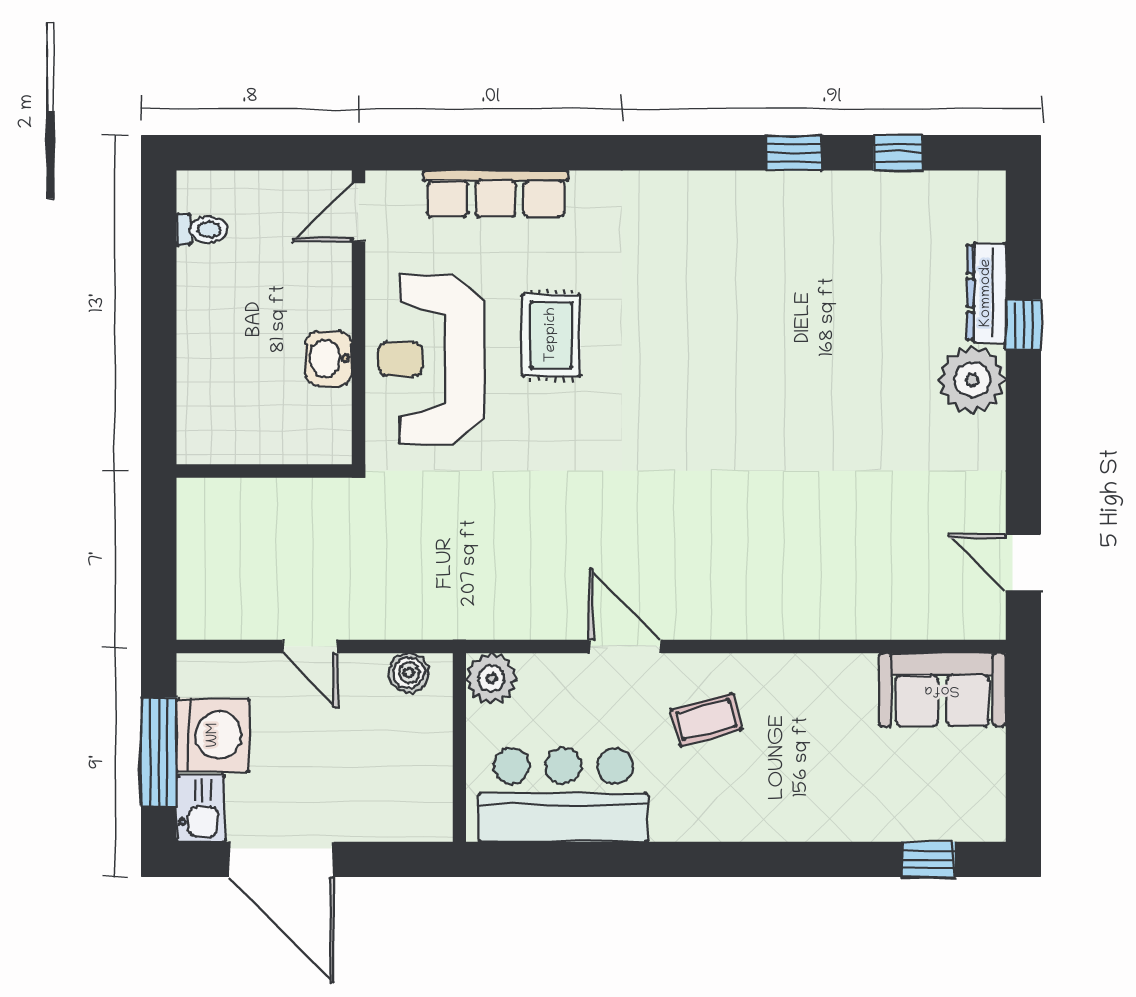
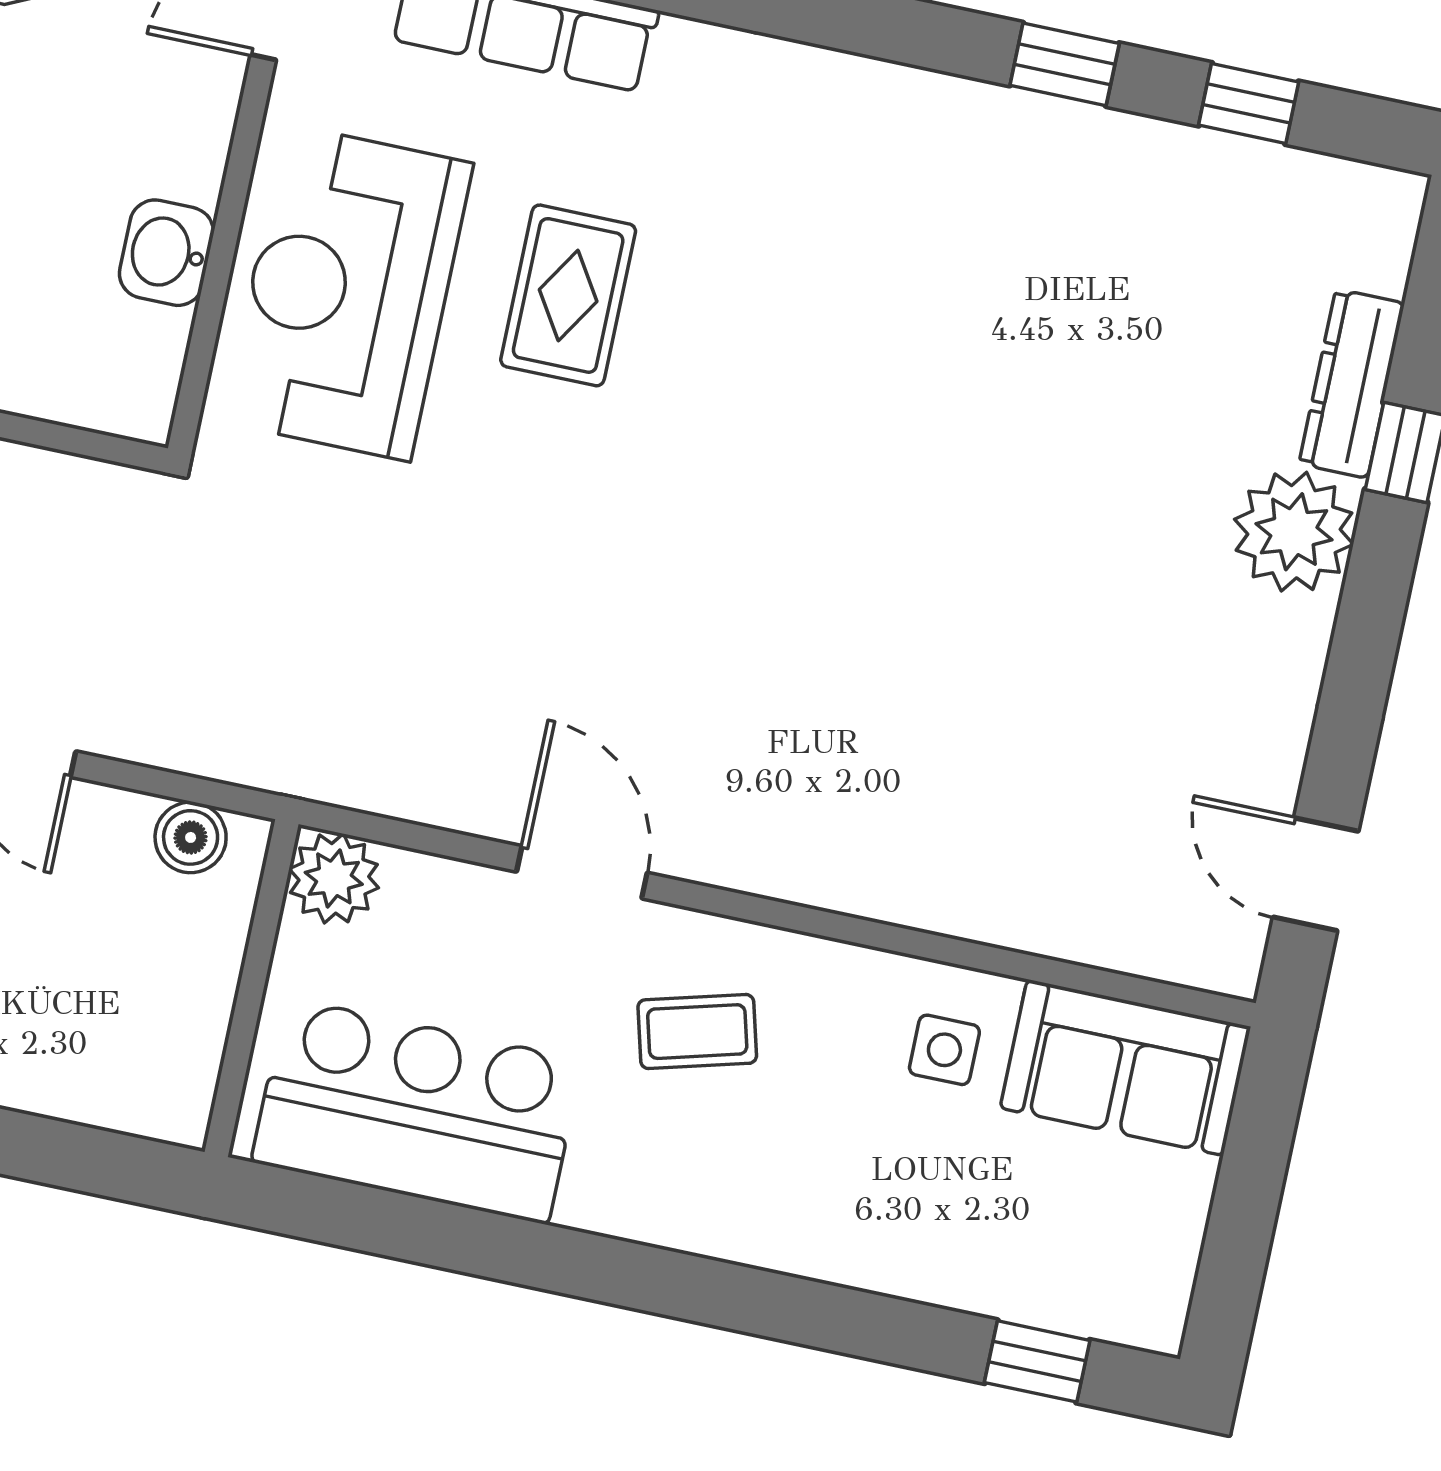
side table: (842, 701) -> (944, 1050), added

